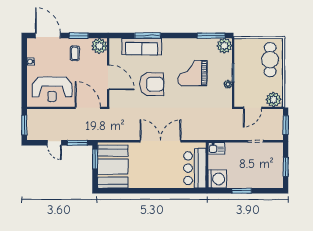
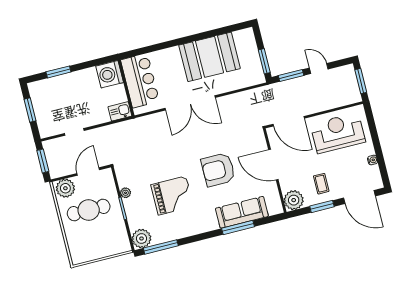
cafe table: (270, 60) -> (89, 210), moved, turned 90
booth: (113, 167) -> (210, 57), moved, turned 90
window: (242, 191) -> (58, 72), moved

